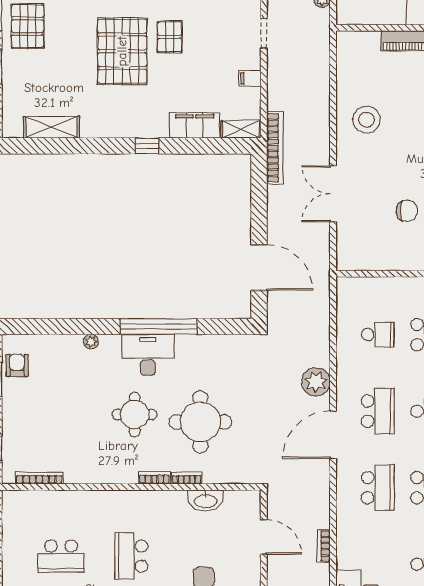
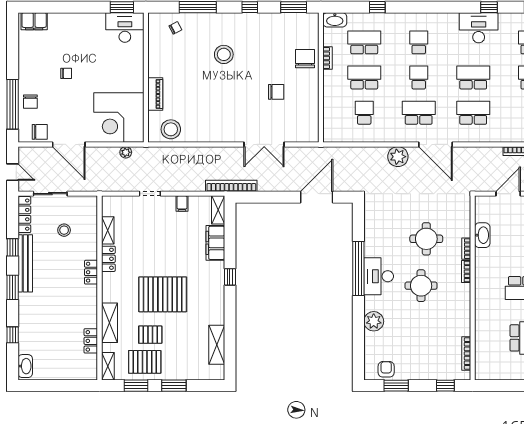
pallet: (170, 37) -> (150, 335), moved
stool: (366, 120) -> (171, 129), moved
chair: (407, 211) -> (276, 92), turned 90
plant: (91, 342) -> (374, 321), width x1.87, depth x1.87
armchair: (17, 365) -> (386, 369), turned 90
round table: (200, 422) -> (426, 239), width x0.73, depth x0.73

